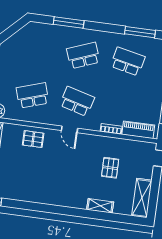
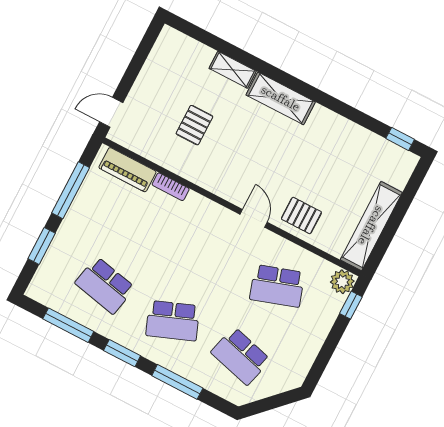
window: (105, 27) -> (122, 353), added
school desk: (77, 101) -> (241, 356), moved
door: (69, 129) -> (254, 218), moved
shelving: (142, 198) -> (281, 98), moved, turned 90

